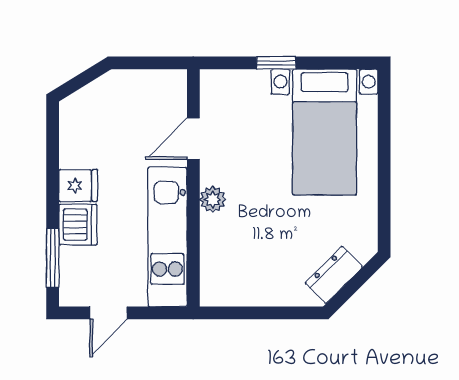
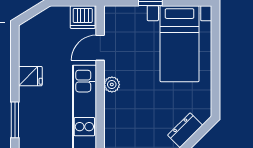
dishwasher: (78, 225) -> (83, 17), moved, turned 90

